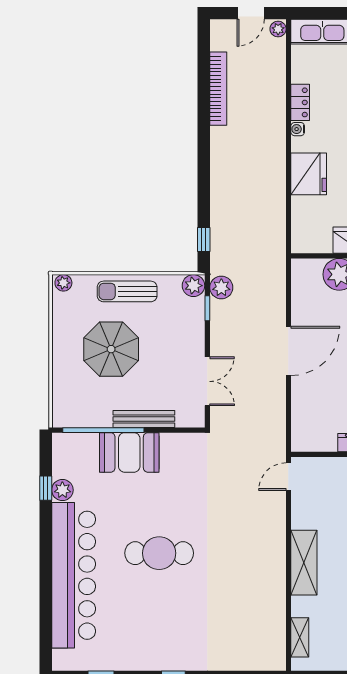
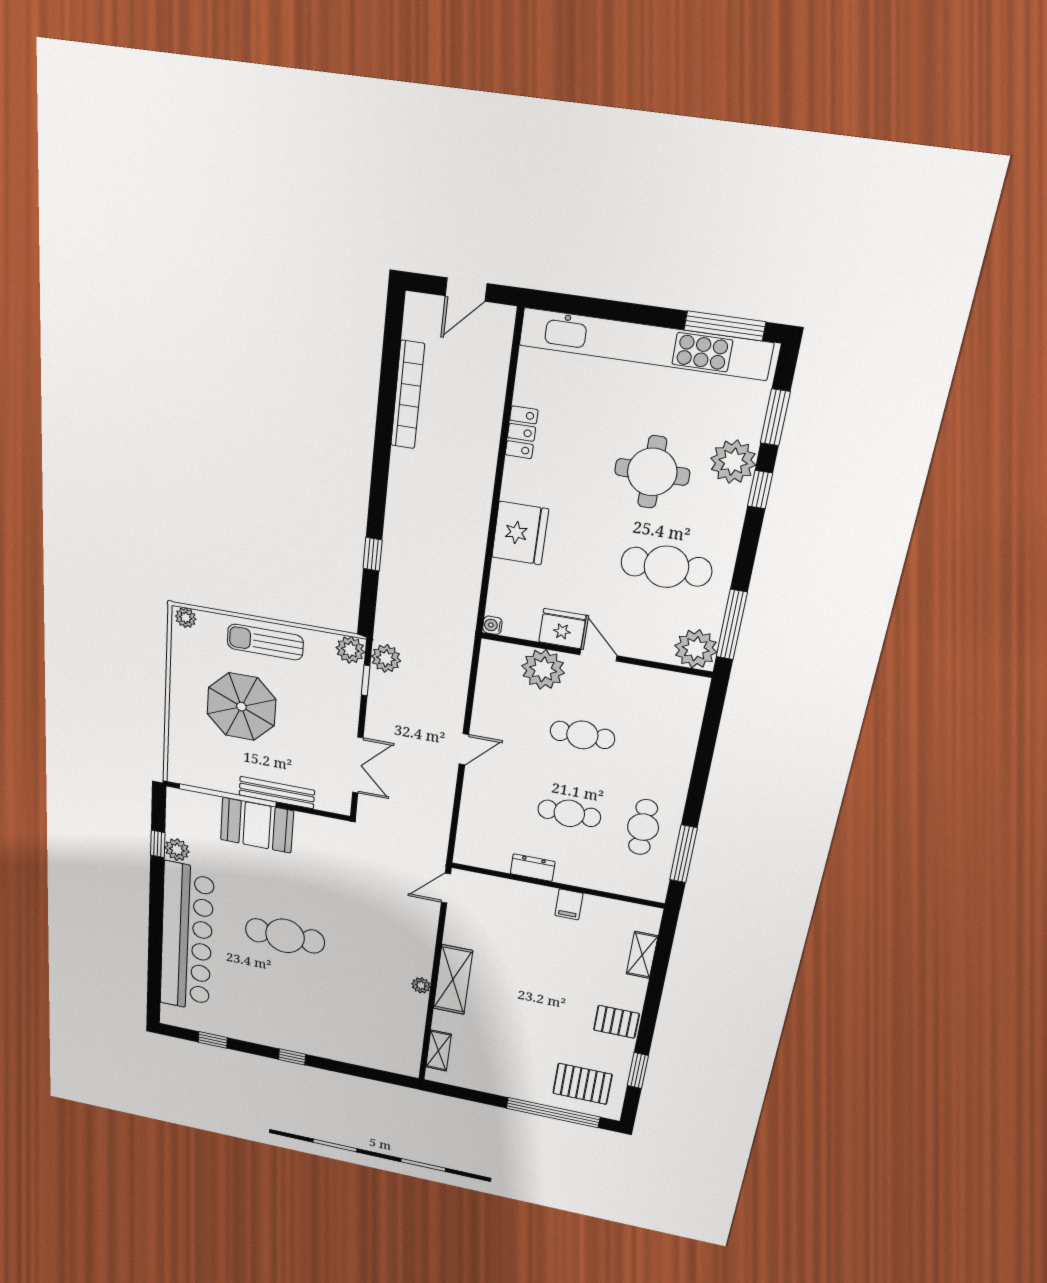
plant: (278, 29) -> (421, 985), moved
water cooler: (298, 129) -> (492, 625), moved
window: (204, 239) -> (372, 554), moved
door: (288, 351) -> (464, 749), width x0.53

